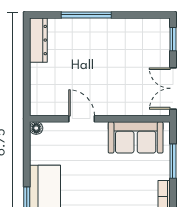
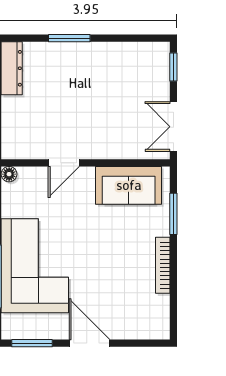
window: (86, 15) -> (69, 38), width x0.69
door: (82, 119) -> (64, 163), swing flipped

